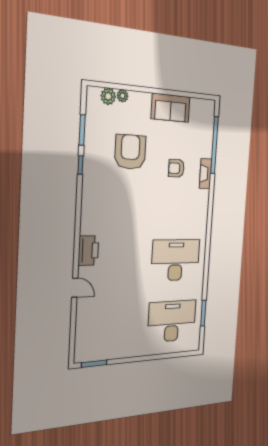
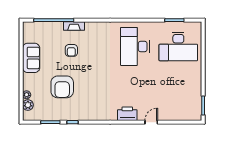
armchair: (130, 152) -> (62, 87), turned -90
desk: (172, 321) -> (178, 46), turned -90

